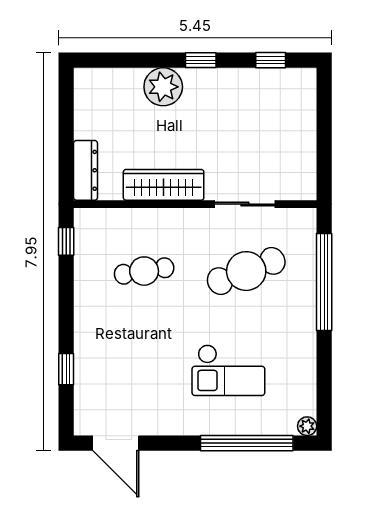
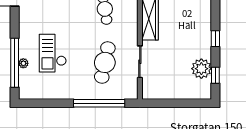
plant: (163, 87) -> (201, 69), moved
cafe table: (246, 271) -> (105, 62), turned 33
plant: (307, 426) -> (23, 63), moved

